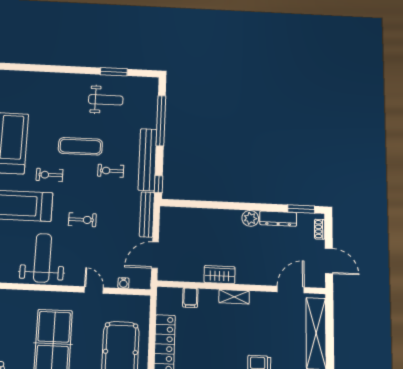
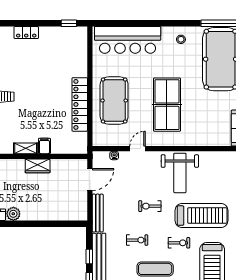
exercise bike: (111, 171) -> (137, 240), moved
window: (158, 184) -> (89, 256), moved
door: (94, 290) -> (137, 149), swing flipped
filing cabinet: (190, 298) -> (44, 146), moved

